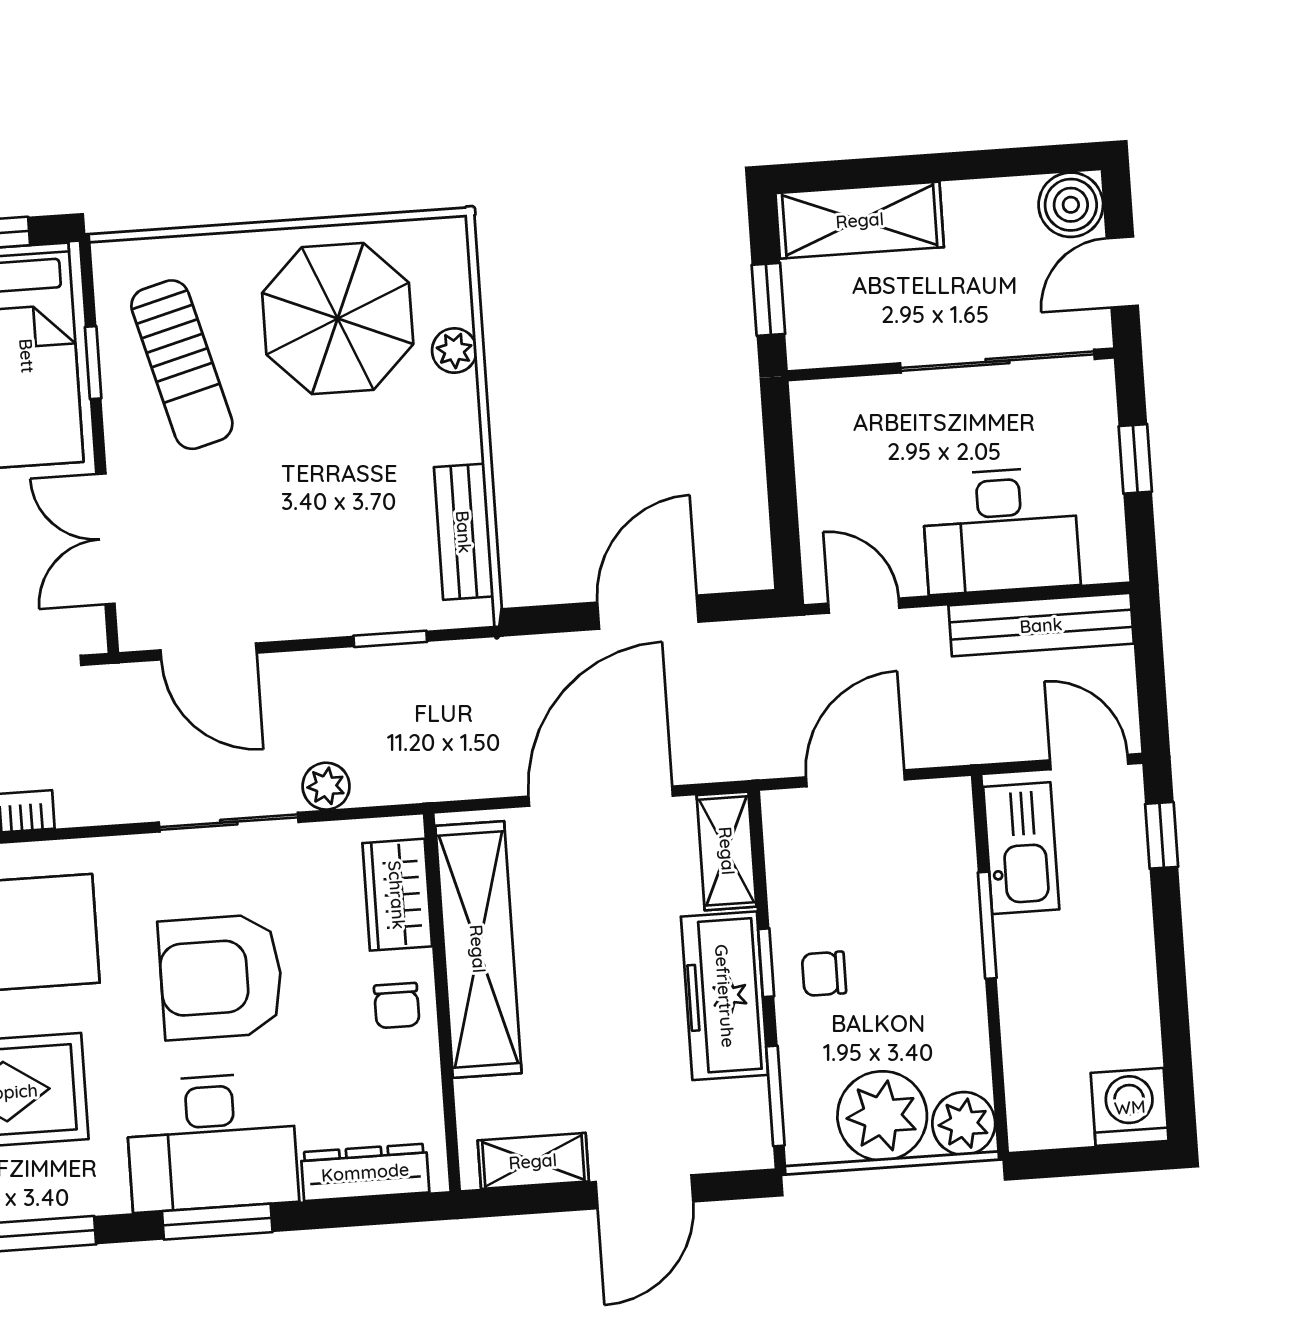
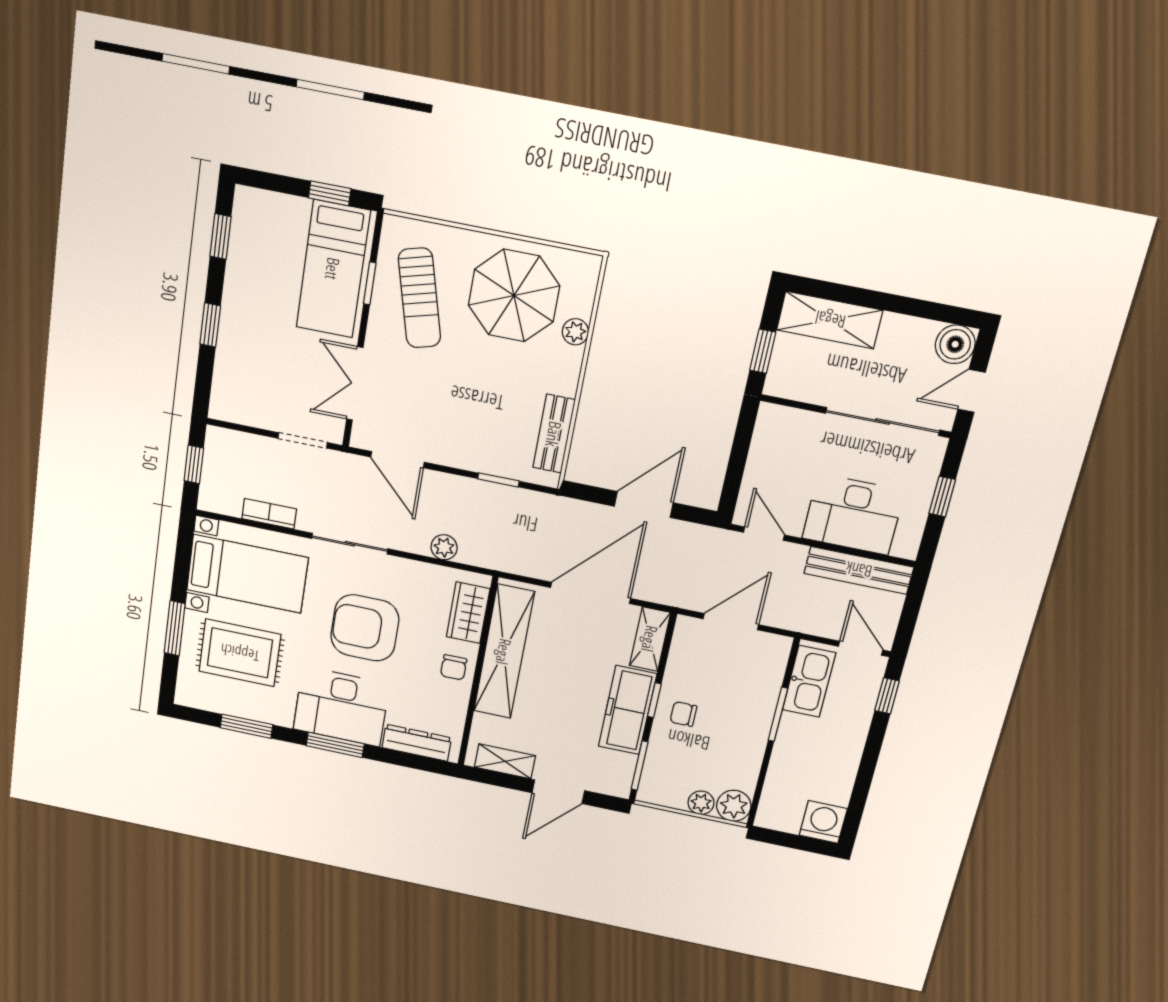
sliding door: (229, 822) -> (350, 544), moved
plant: (882, 1116) -> (701, 803), width x0.53, depth x0.53

